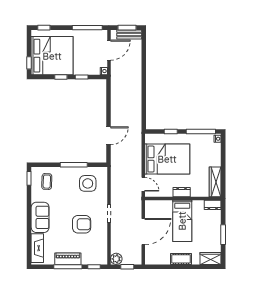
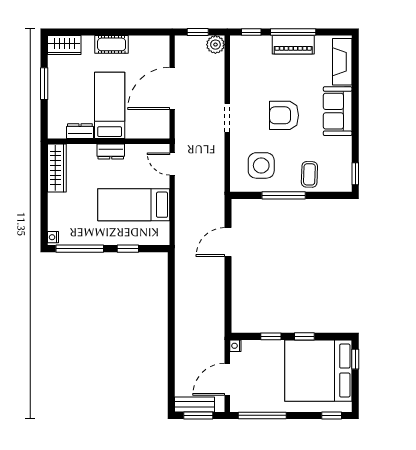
bed: (167, 159) -> (134, 205), width x0.67
coffee table: (47, 182) -> (309, 174), moved
dresser: (213, 205) -> (80, 131), moved
armchair: (82, 224) -> (284, 115), moved

